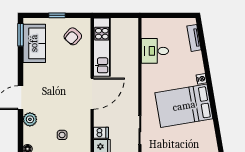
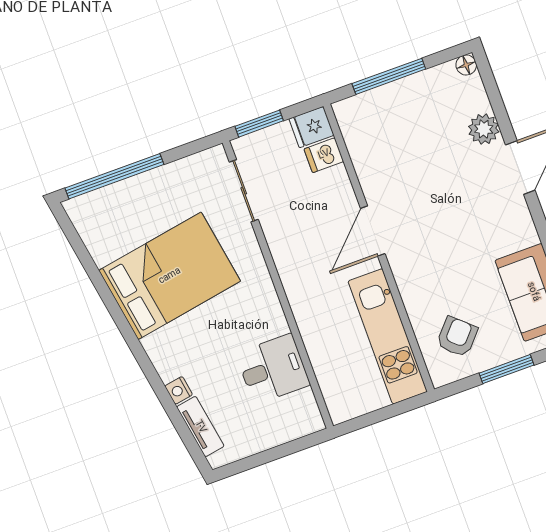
window: (57, 15) -> (506, 369), width x1.50
nightstand: (201, 79) -> (179, 390), moved
door: (92, 94) -> (373, 231), width x0.73
side table: (62, 135) -> (404, 121), removed

